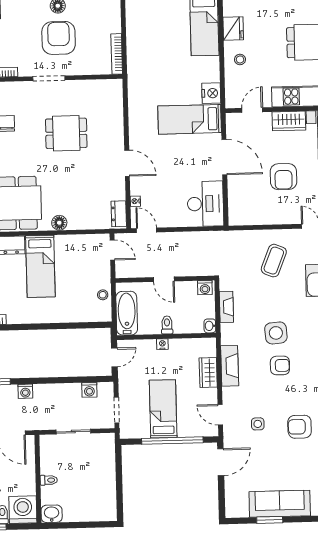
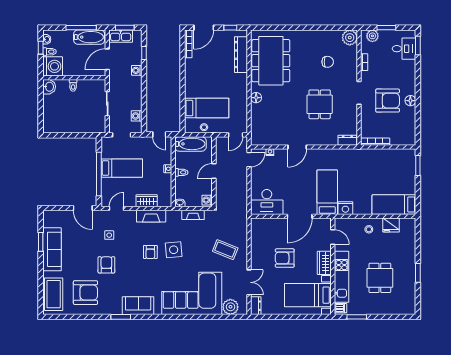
dresser: (119, 214) -> (347, 140), moved
bed: (40, 266) -> (207, 108), moved, turned 180

